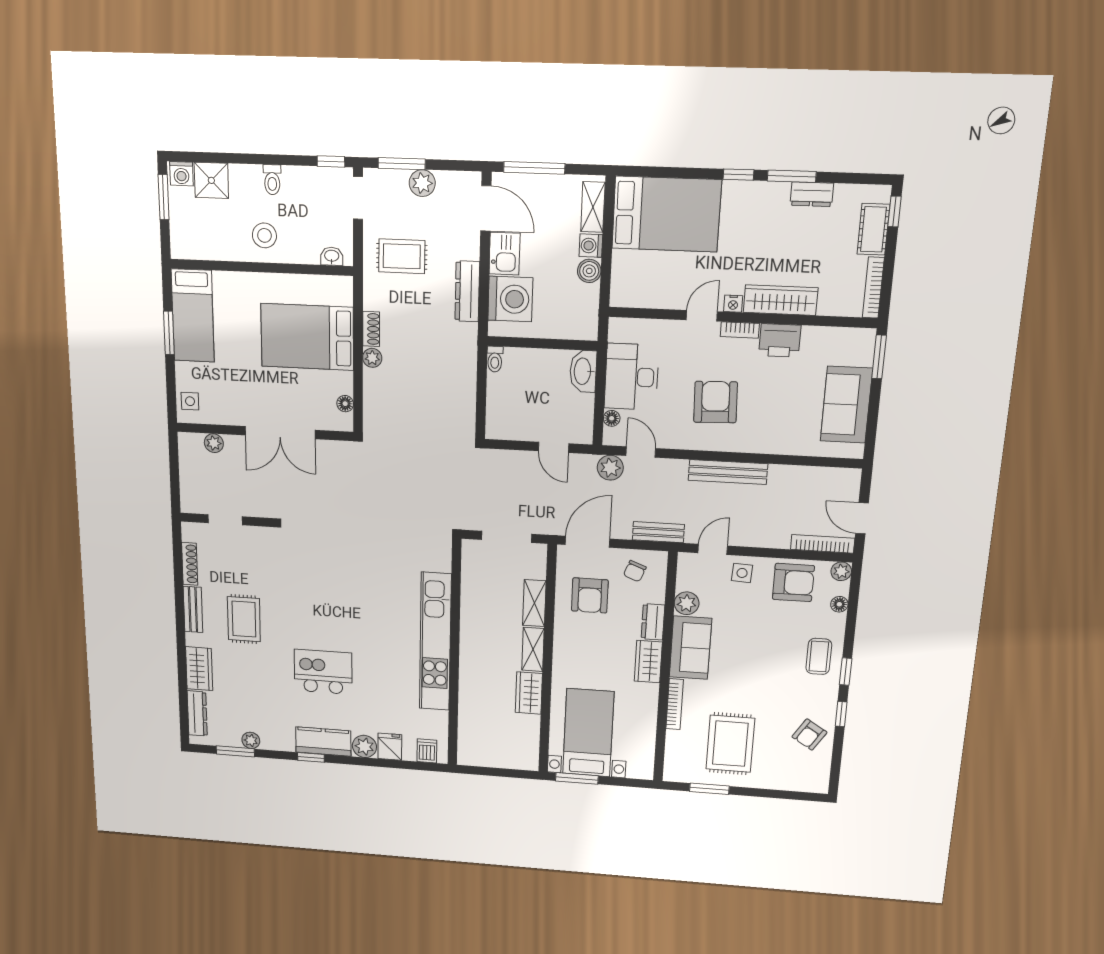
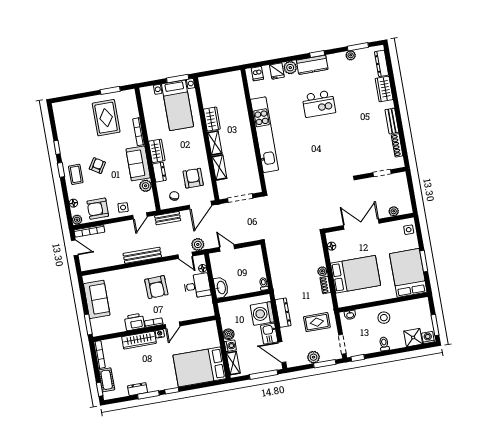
bed: (193, 316) -> (408, 273), width x1.50
desk: (632, 377) -> (197, 286), width x0.73
rug: (244, 619) -> (365, 122), removed
armchair: (809, 735) -> (97, 166), moved

